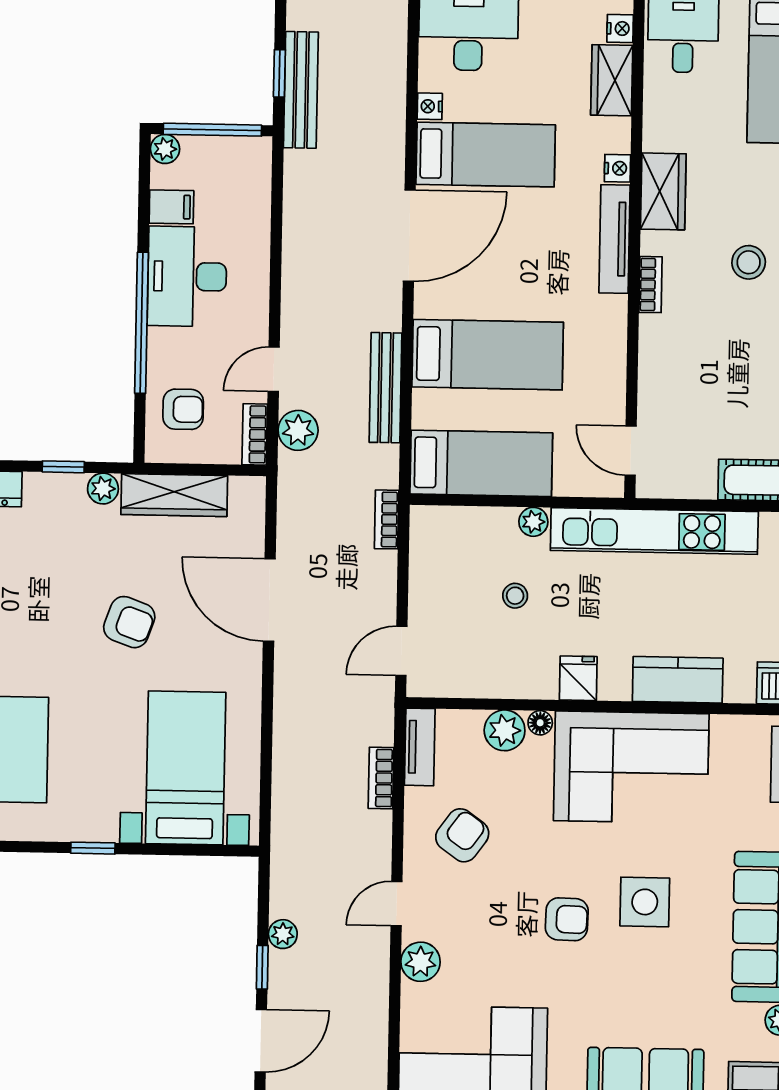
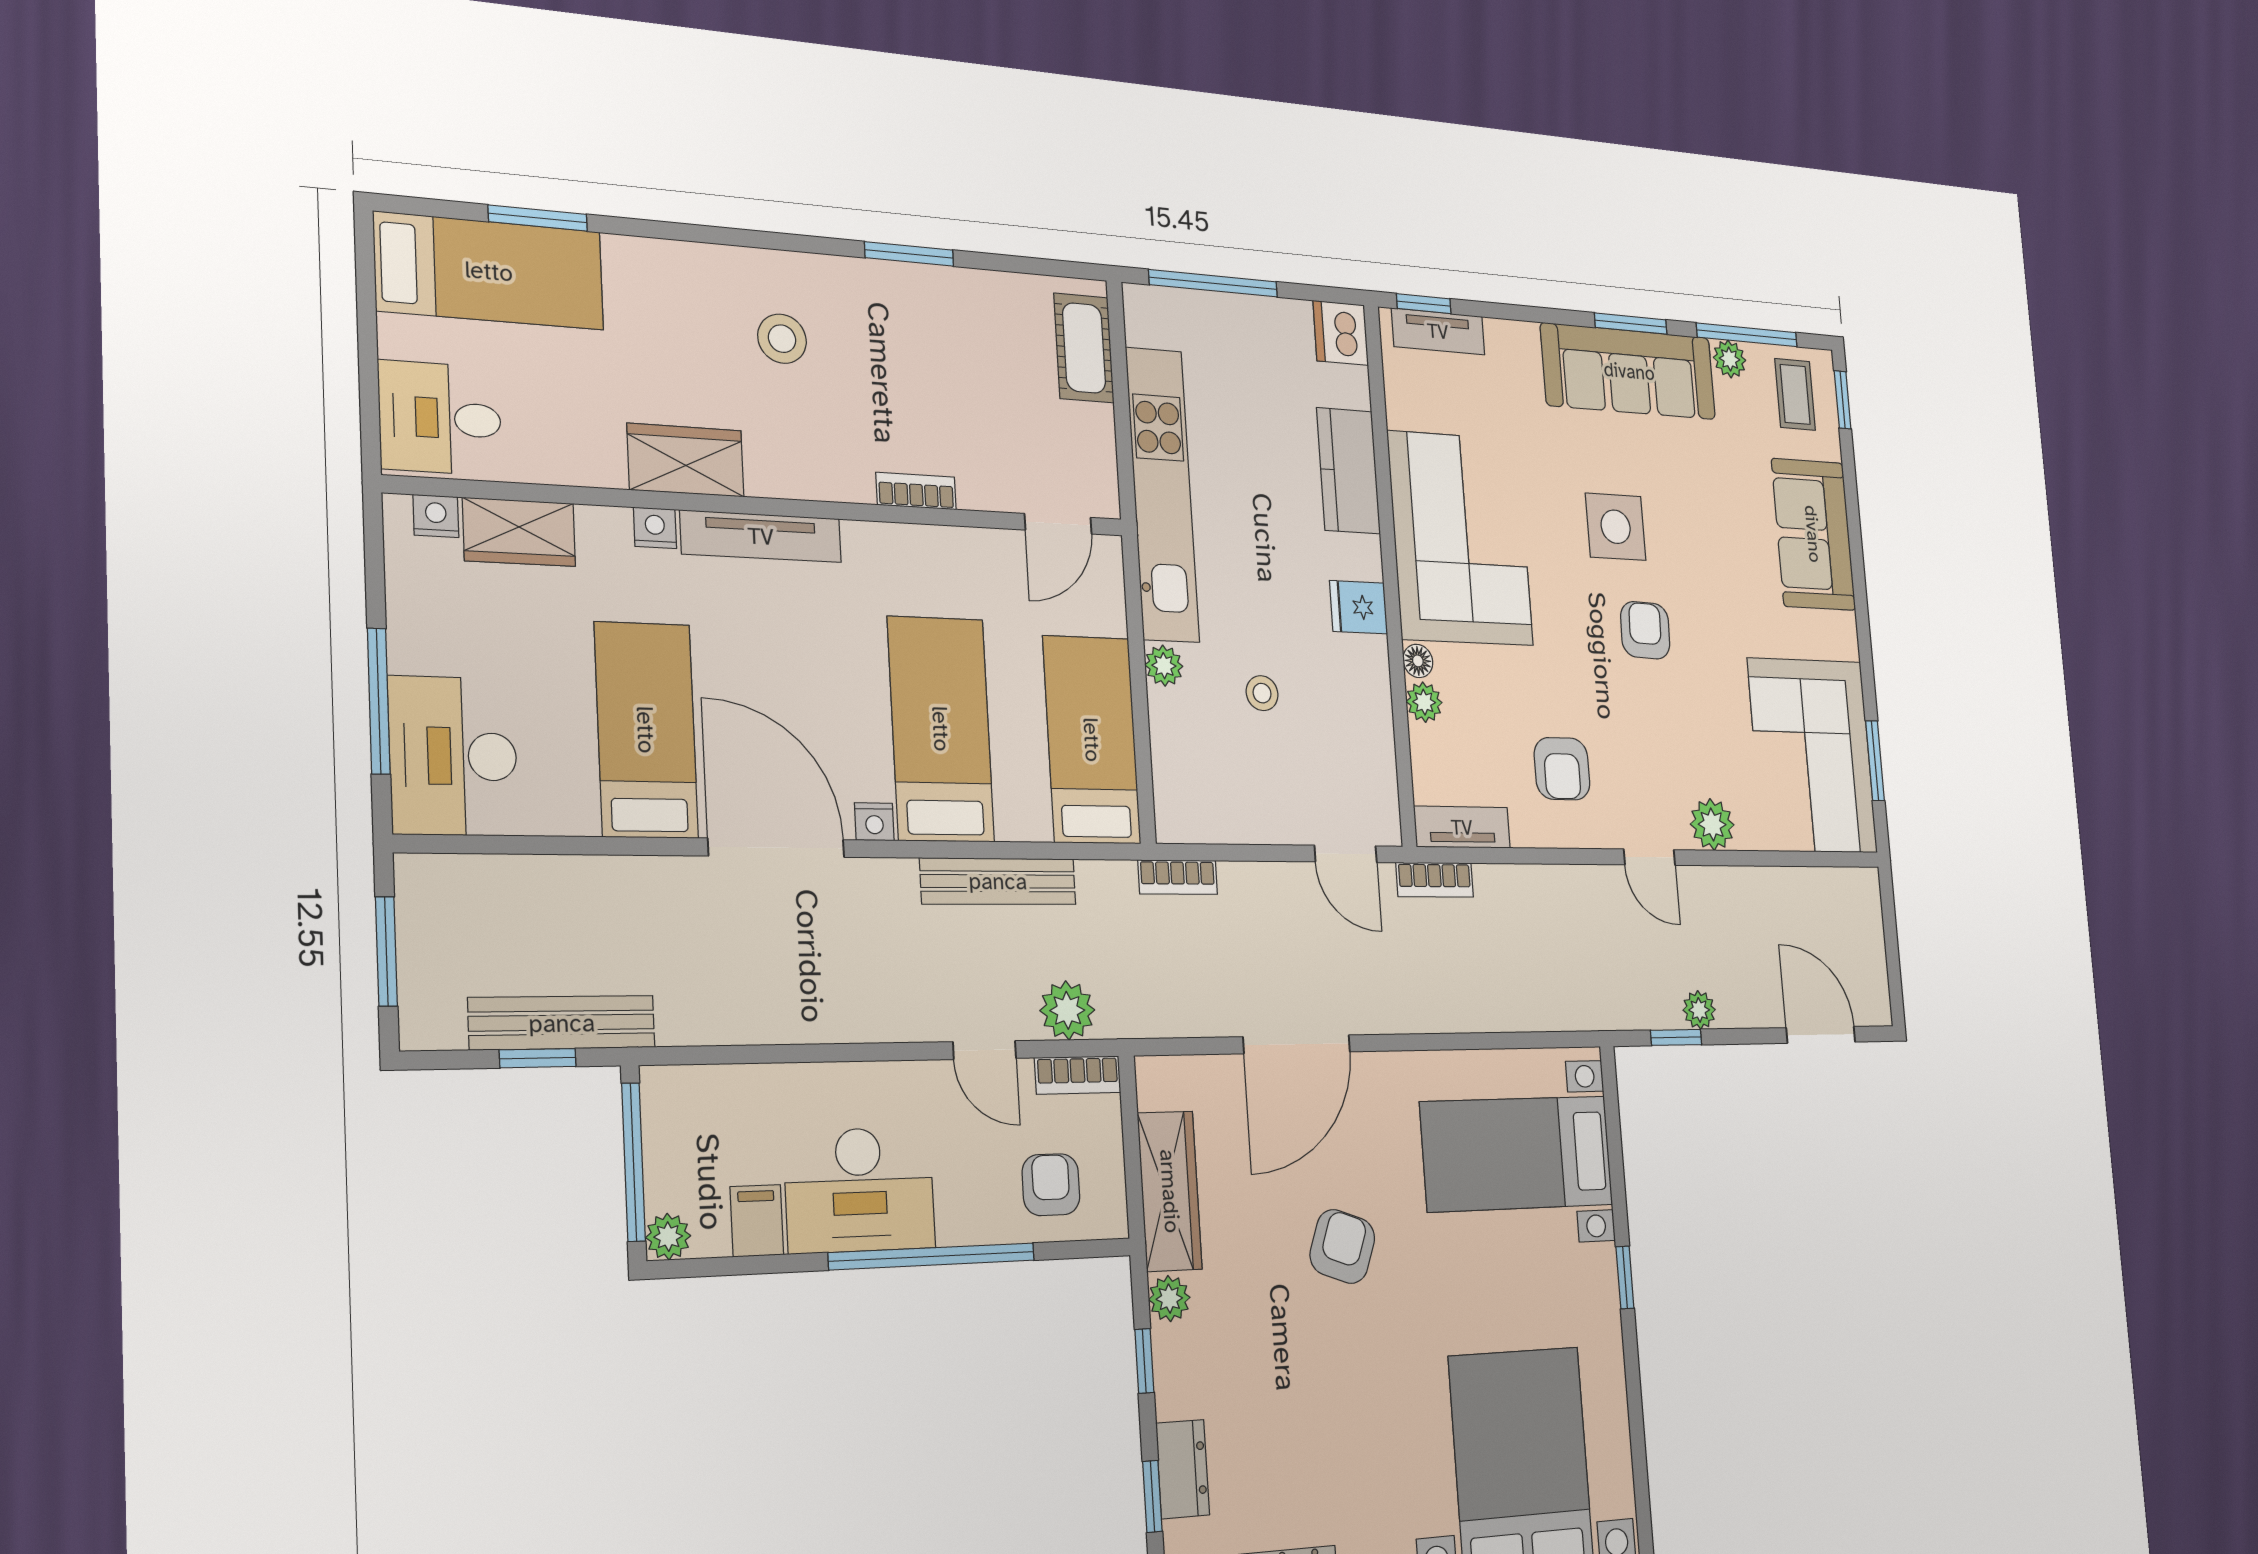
nightstand: (430, 106) -> (874, 822), moved
bookcase: (651, 285) -> (916, 491), moved
plant: (505, 730) -> (1424, 702), width x0.73, depth x0.73
bookcase: (381, 778) -> (1435, 880), moved
armchair: (462, 835) -> (1562, 769), turned -126
window: (262, 967) -> (1676, 1037), moved

